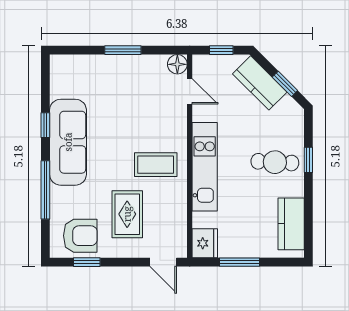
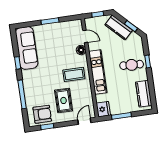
floor lamp: (177, 64) -> (81, 50), moved
sofa: (68, 142) -> (27, 48), moved
door: (163, 262) -> (84, 121), swing flipped

